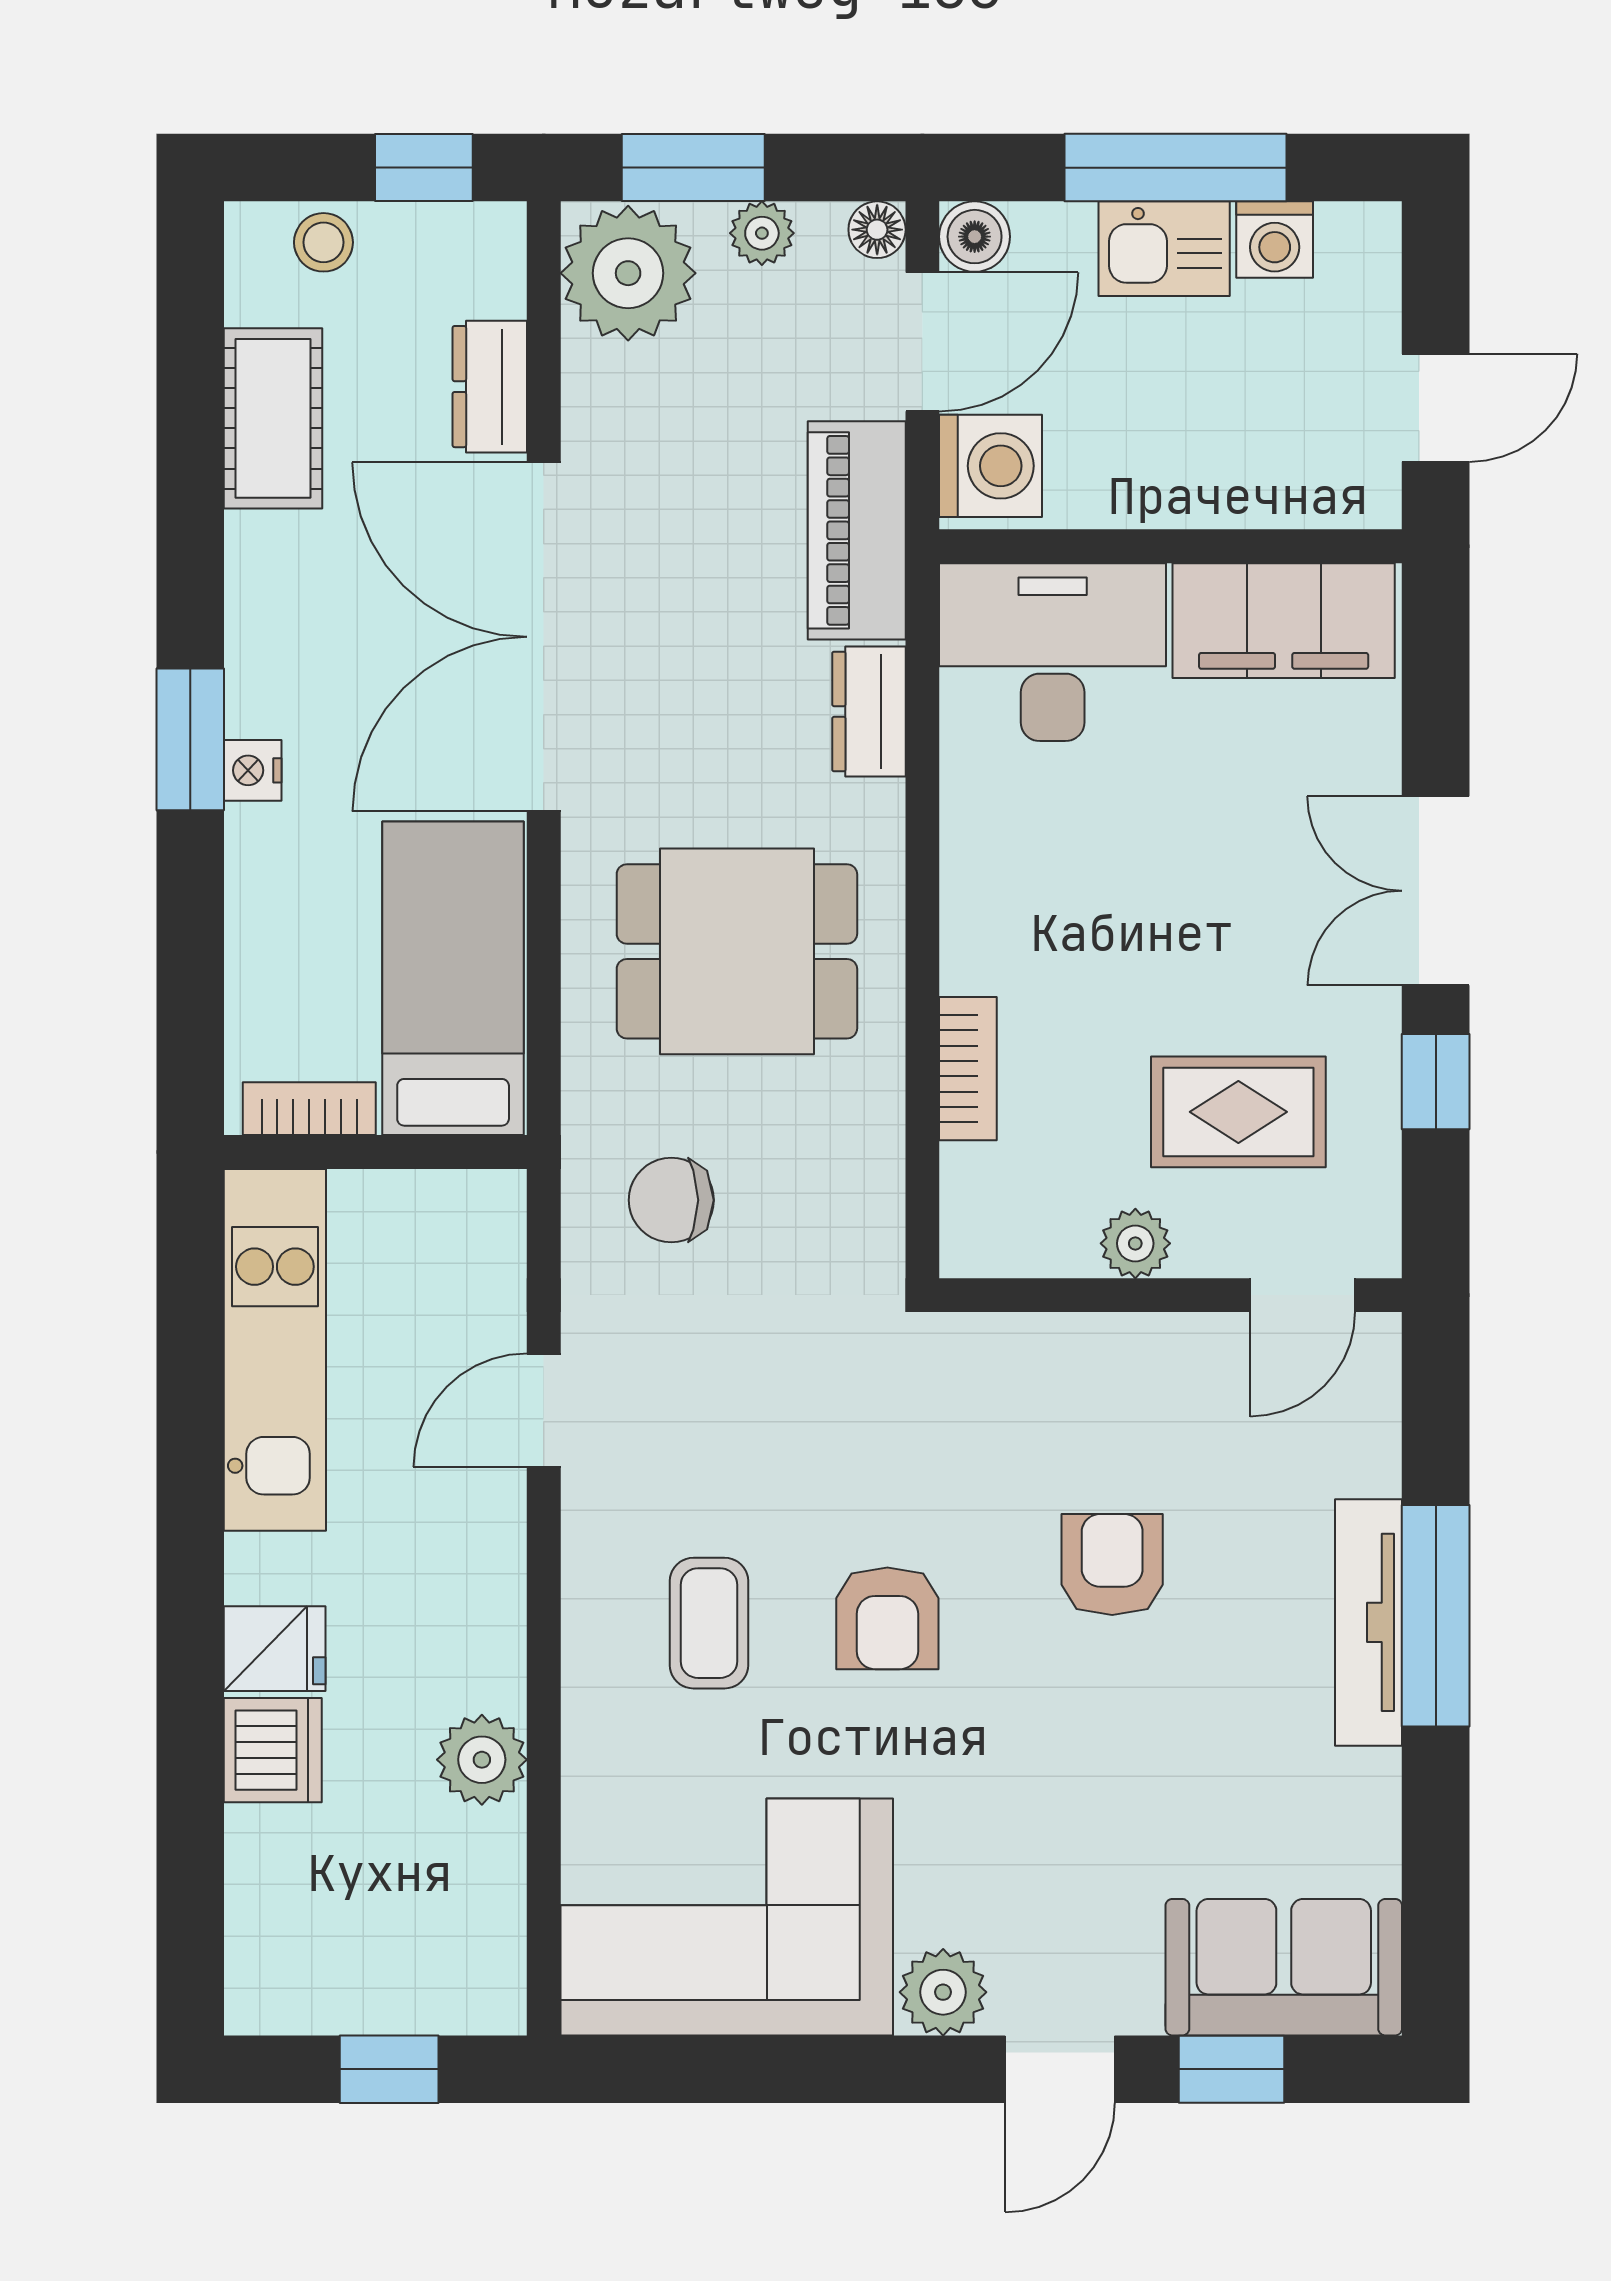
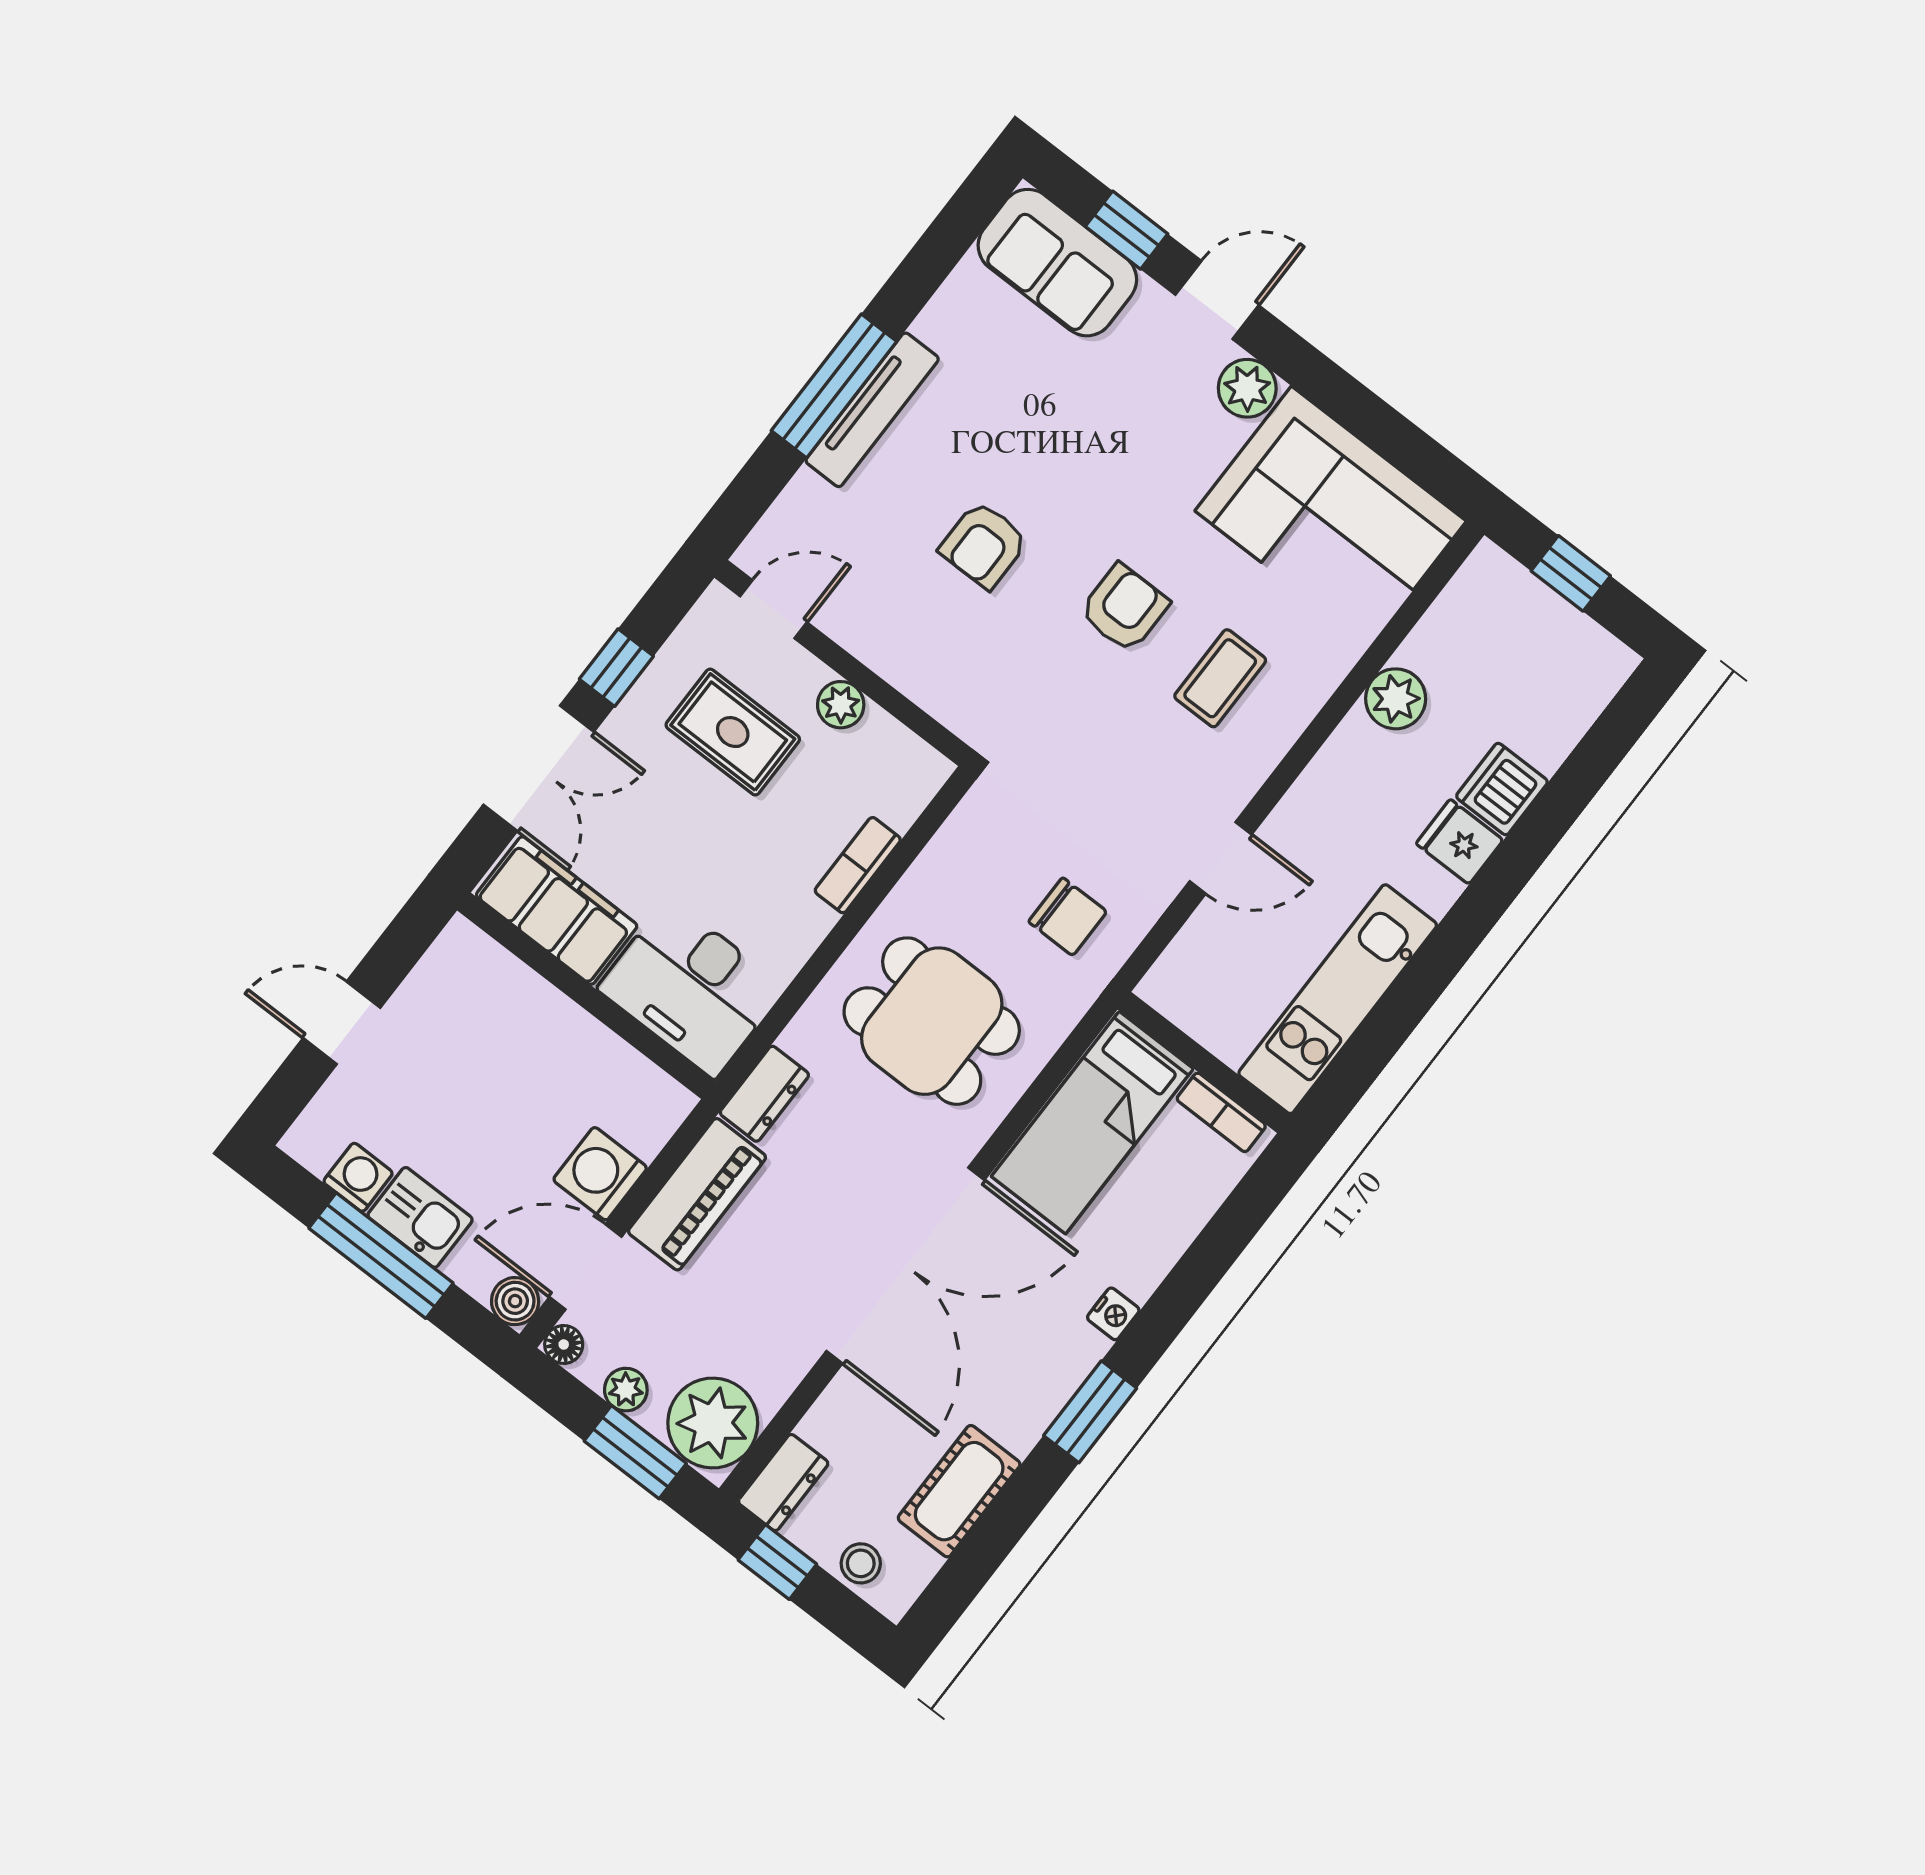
dresser: (490, 387) -> (783, 1483), moved
wall: (1171, 546) -> (586, 996), moved
filing cabinet: (1284, 621) -> (557, 911), moved
desk: (1053, 652) -> (691, 988), moved
window: (190, 739) -> (1090, 1412), moved

